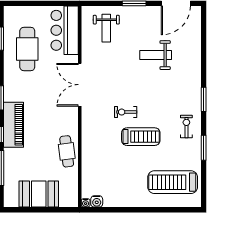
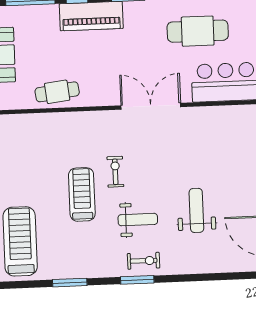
weight bench: (106, 28) -> (138, 220), moved, turned 180
exercise bike: (186, 126) -> (144, 261), moved
treadmill: (141, 137) -> (82, 194), turned 180

